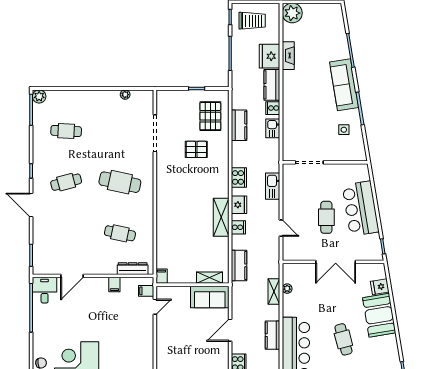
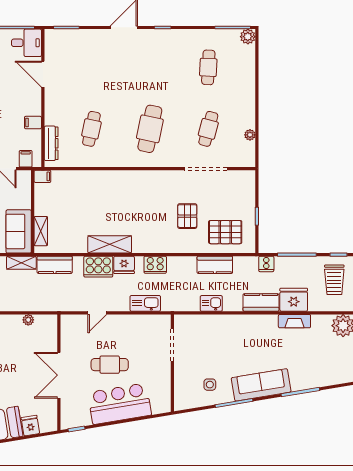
cooker: (273, 108) -> (266, 264), moved, turned 180
cafe table: (66, 182) -> (208, 129), moved, turned 30
cooker: (238, 227) -> (98, 267), width x1.87, depth x1.31
shelving: (274, 291) -> (21, 263), moved

